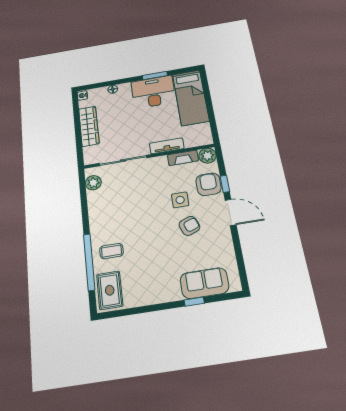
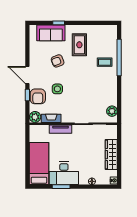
armchair: (189, 226) -> (58, 61), moved
rug: (110, 290) -> (79, 45), moved

